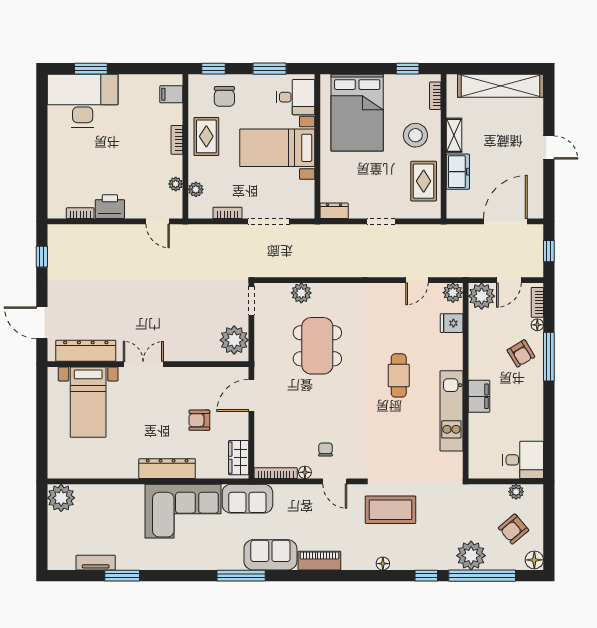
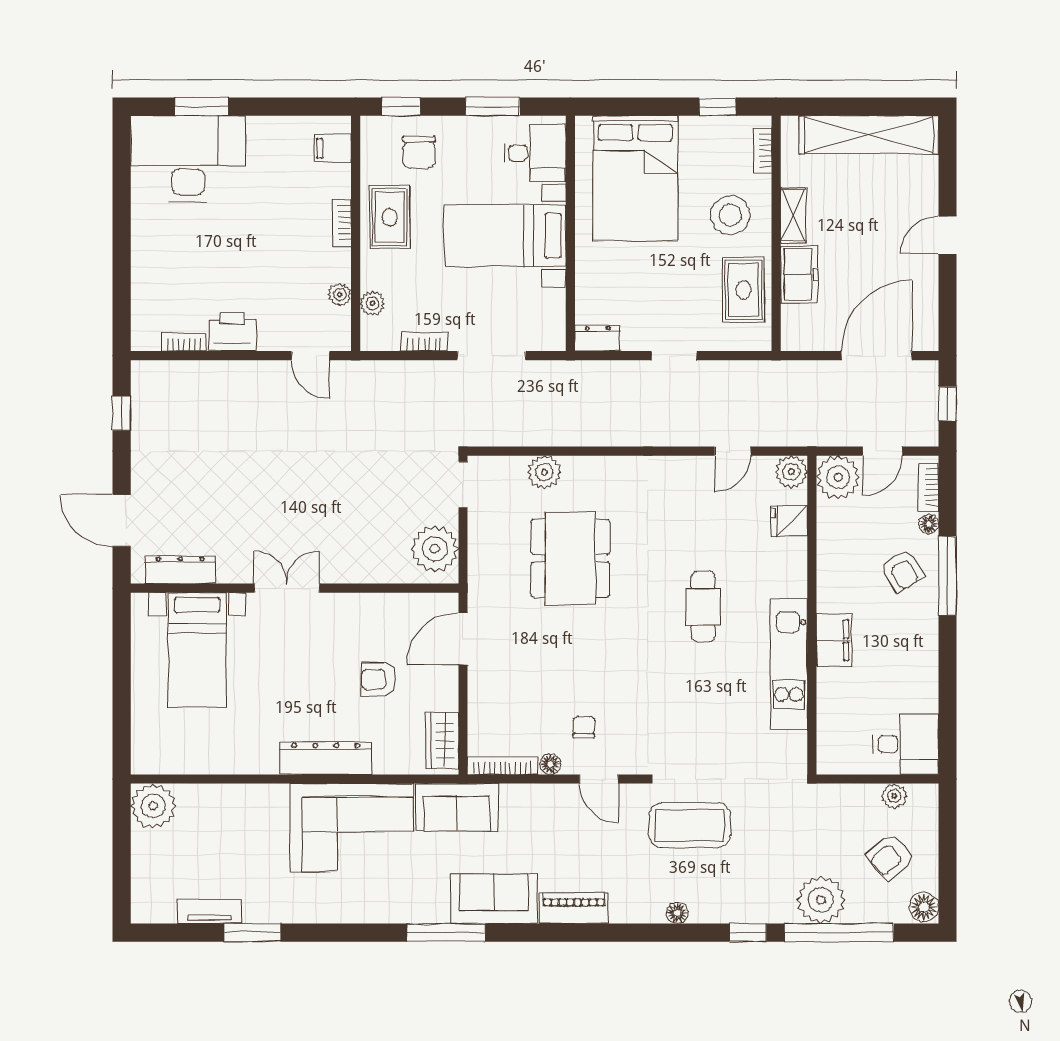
door: (549, 148) -> (948, 235), swing flipped
dresser: (86, 351) -> (180, 570), width x0.73, depth x0.80

